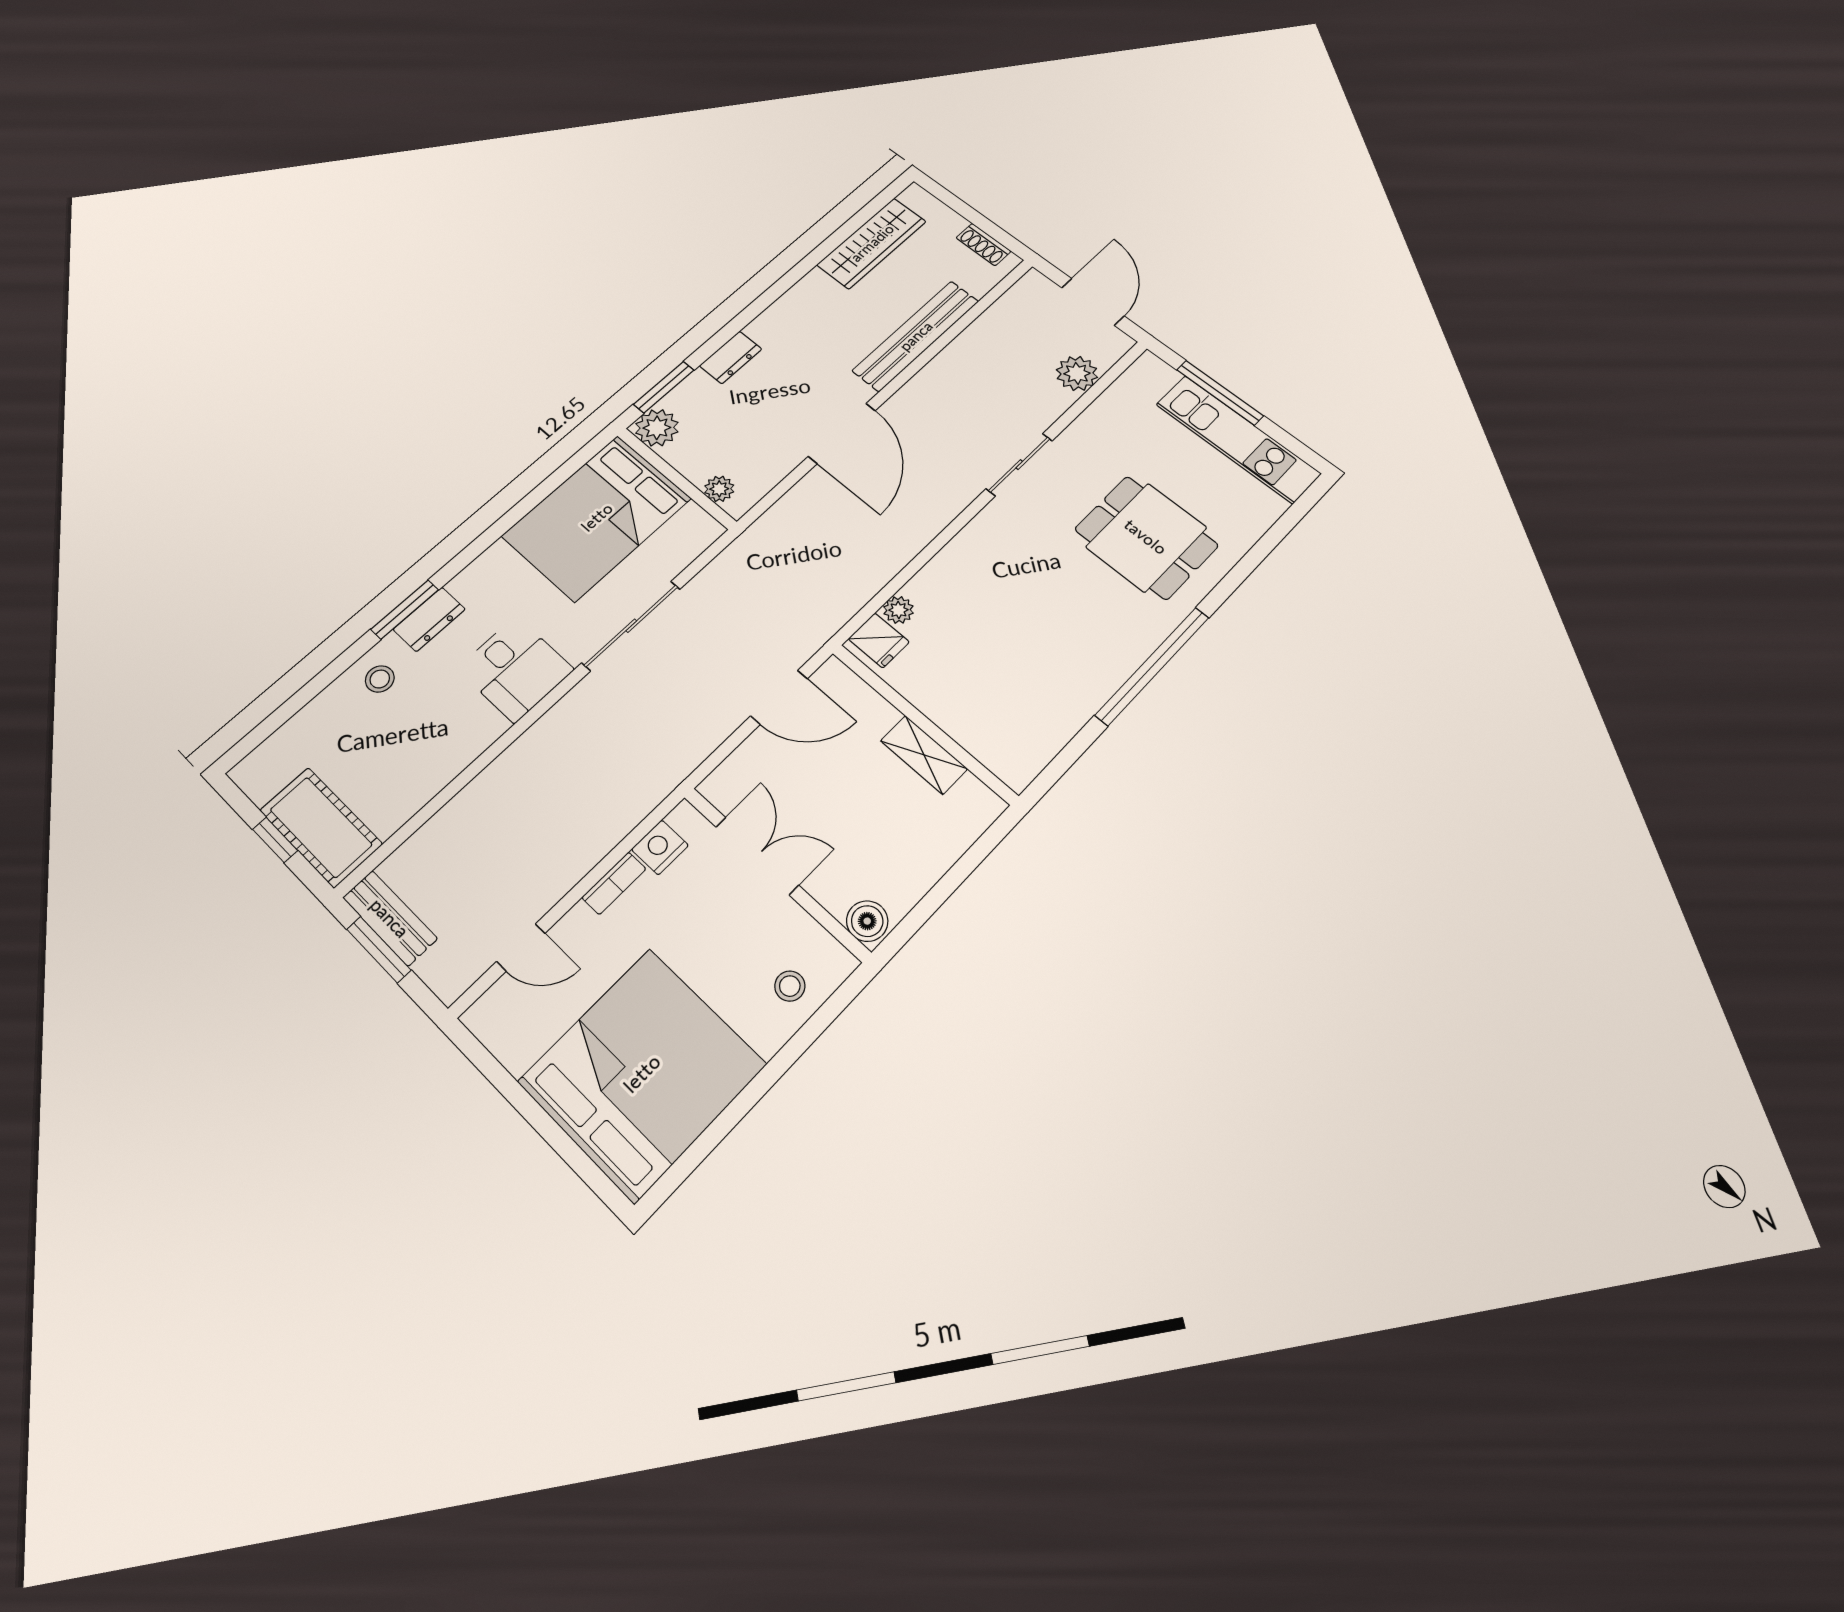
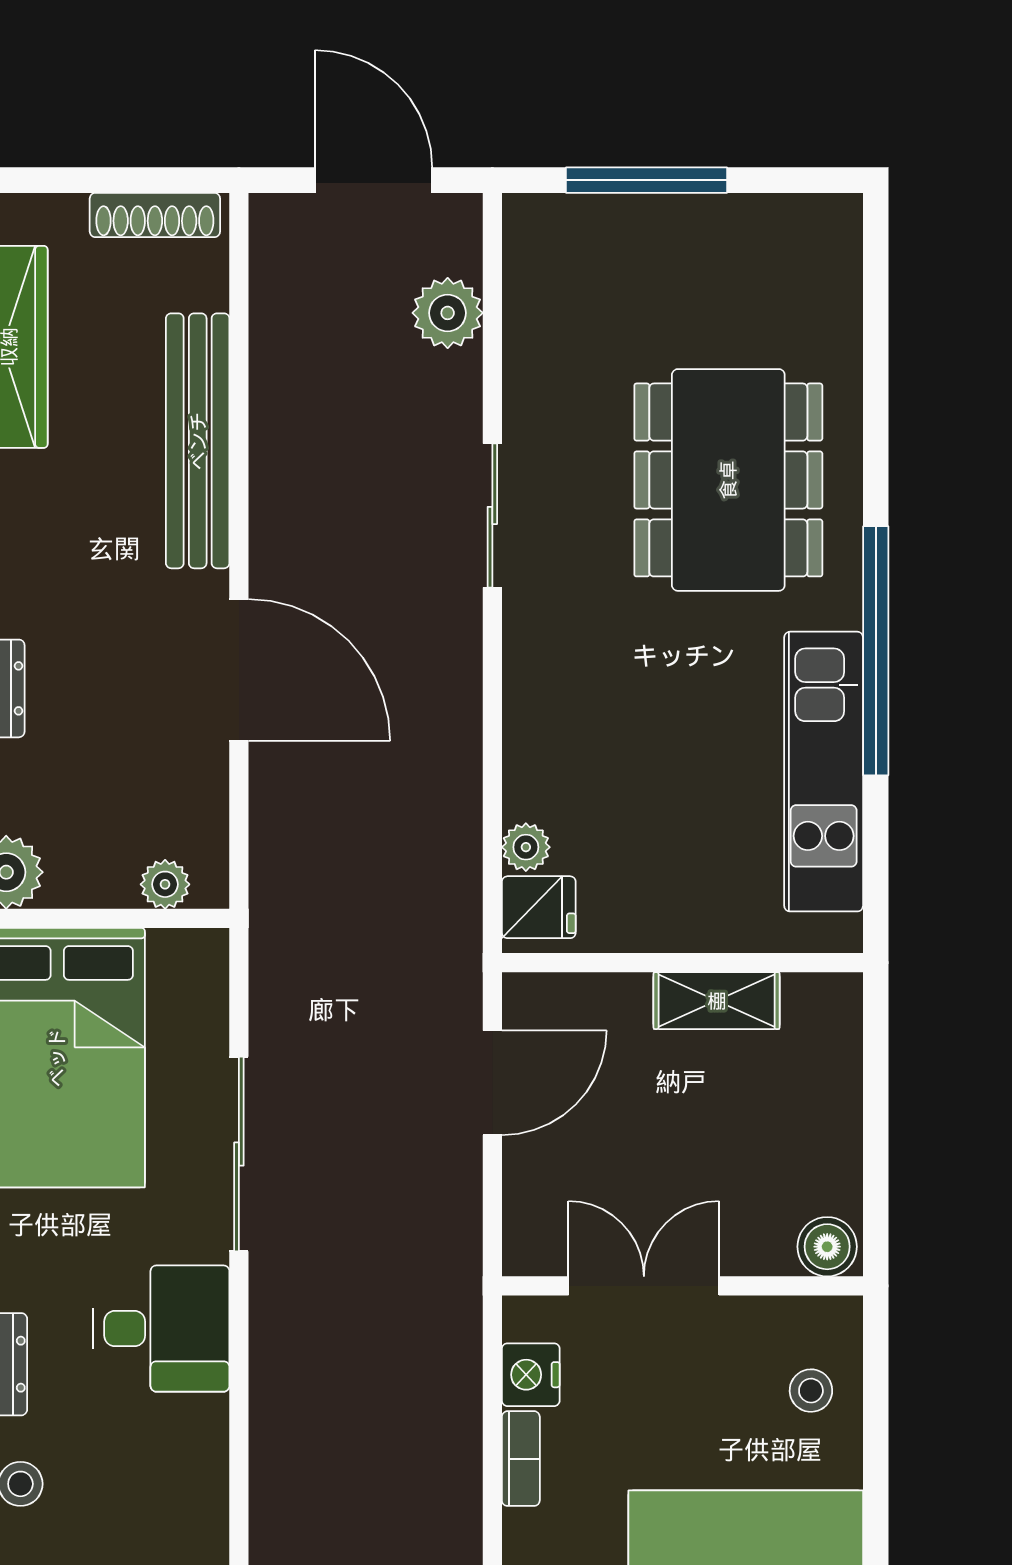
shoe rack: (984, 245) -> (155, 215), width x1.43
kitchen unit: (1238, 439) -> (824, 772), moved, turned 90
dining table: (1146, 537) -> (728, 480), width x1.38

